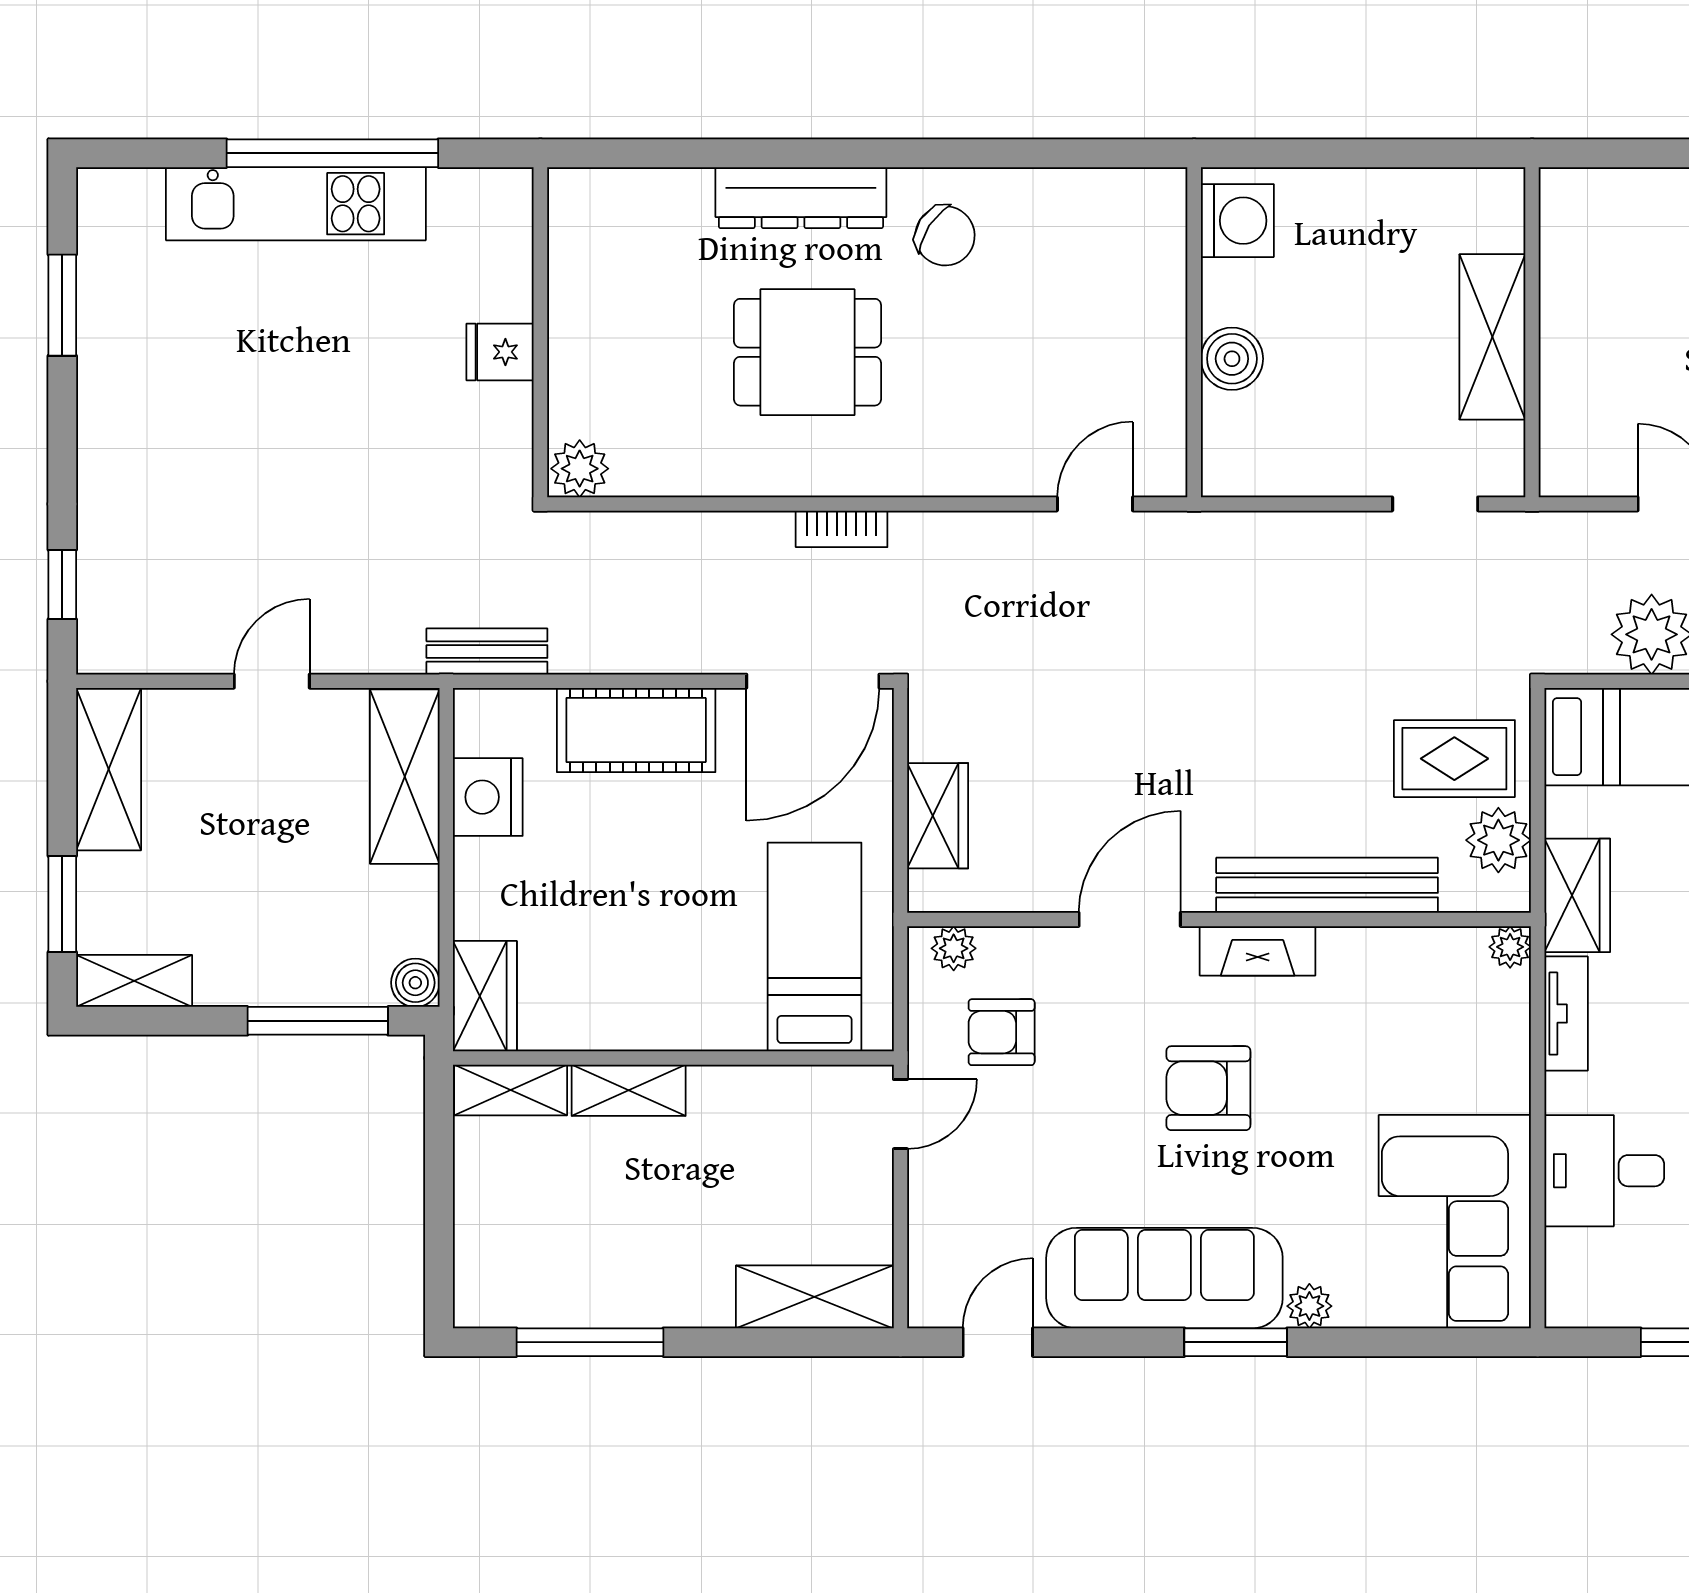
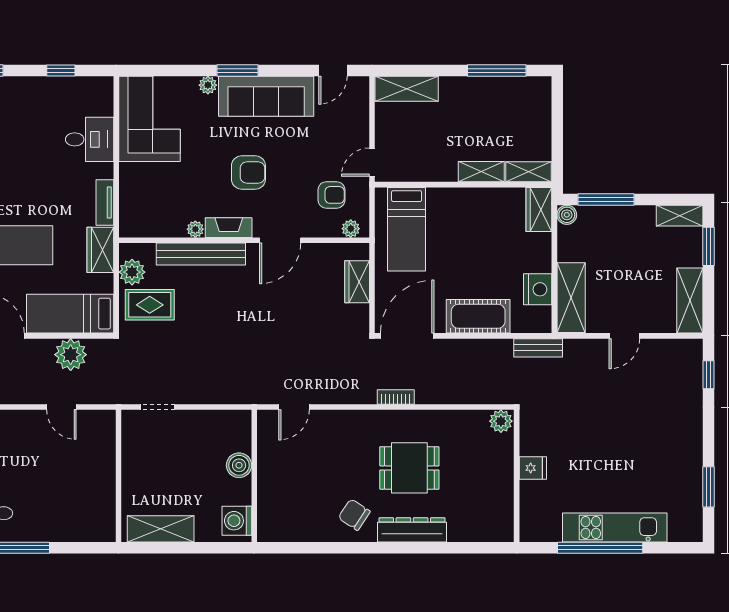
shelving: (1492, 337) -> (161, 529), moved, turned 90
plant: (1510, 947) -> (195, 229), moved

